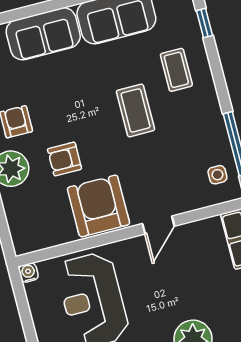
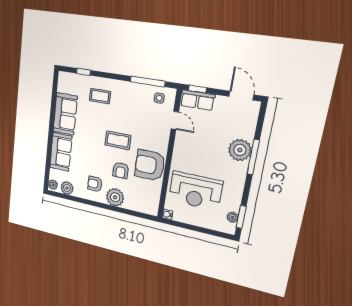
coffee table: (136, 110) -> (118, 140), moved
door: (158, 225) -> (175, 120), moved

